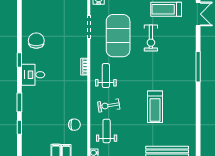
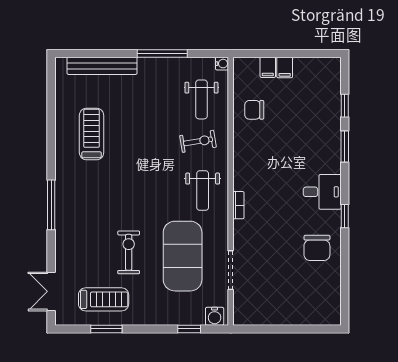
treadmill: (155, 107) -> (92, 134), moved

